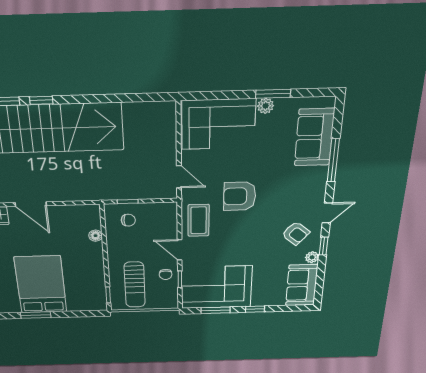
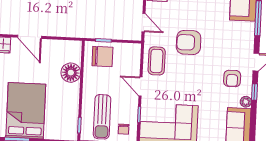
chair: (128, 220) -> (102, 57), width x1.87, depth x1.87
armchair: (296, 233) -> (232, 78), turned 50
floor lamp: (95, 236) -> (71, 73), width x1.89, depth x1.89
chair: (166, 274) -> (124, 129), moved

